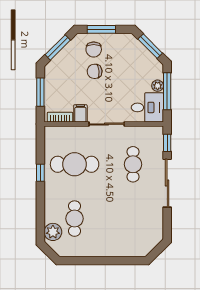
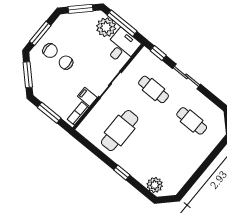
chair: (95, 71) -> (66, 63), turned 96
plant: (158, 86) -> (106, 27), width x1.87, depth x1.87
window: (40, 173) -> (122, 173), moved
sliding door: (167, 183) -> (186, 76), width x0.73
cafe table: (75, 219) -> (192, 121), moved

